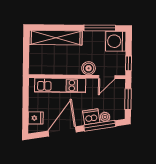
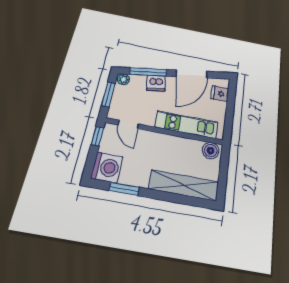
window: (100, 28) -> (124, 189), width x0.69
boiler: (89, 68) -> (211, 151), moved
door: (107, 77) -> (128, 124), swing flipped
plant: (105, 117) -> (123, 79), moved

